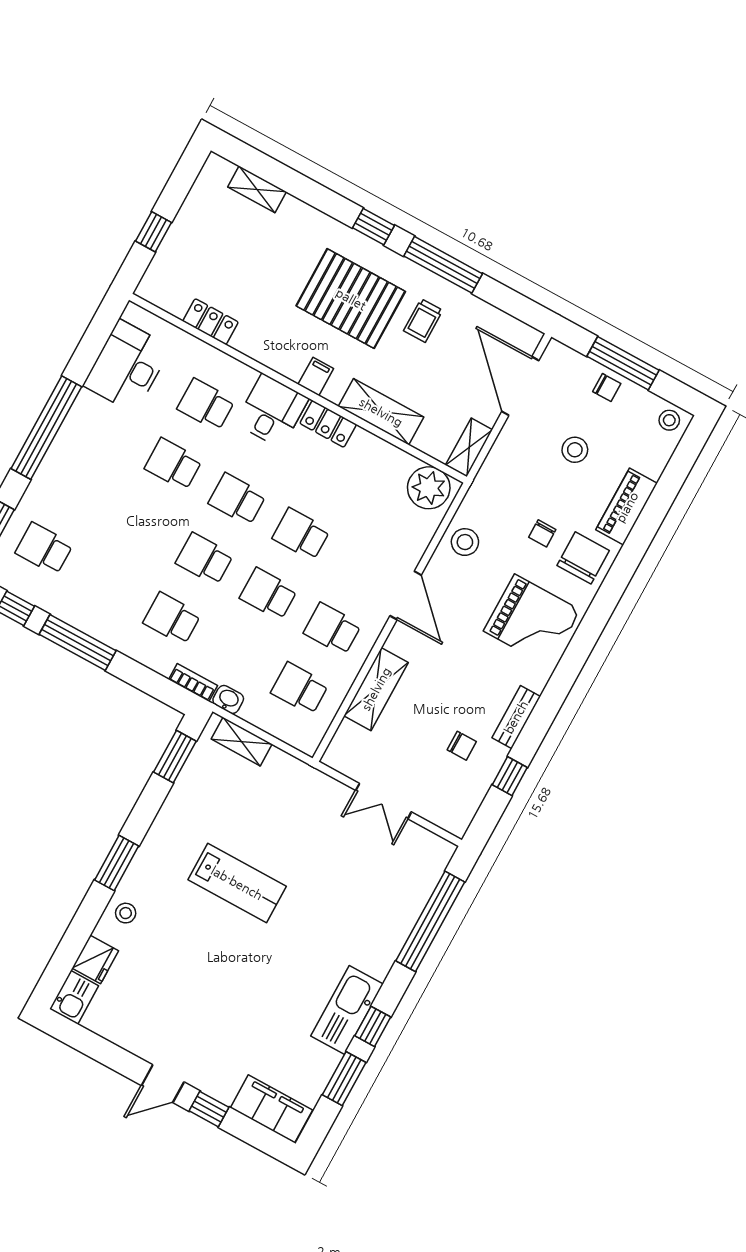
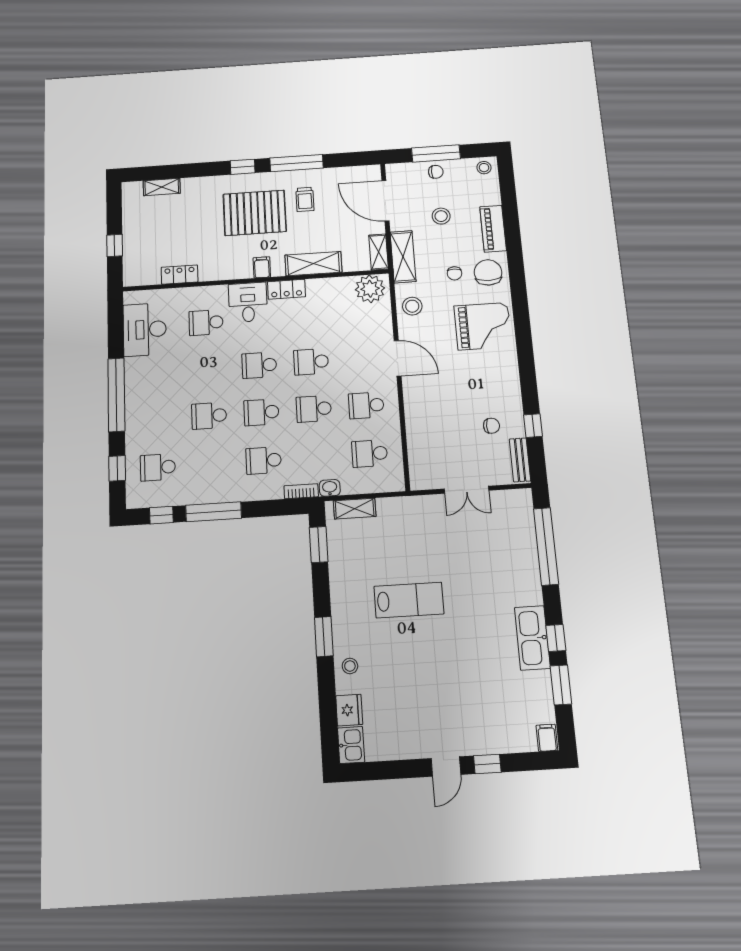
school desk: (173, 464) -> (209, 416), moved
shelving: (376, 689) -> (403, 257), moved
bench: (516, 717) -> (520, 460), moved
filing cabinet: (271, 1109) -> (547, 738), width x0.33, depth x0.86

